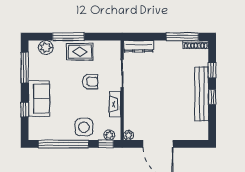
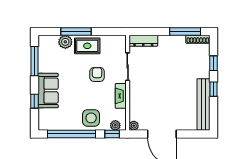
plant: (46, 48) -> (65, 42), moved
armchair: (90, 82) -> (97, 74), turned -90
bench: (202, 94) -> (203, 104), moved

